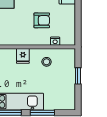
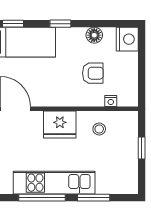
fridge: (23, 56) -> (60, 125), width x1.88, depth x1.34

